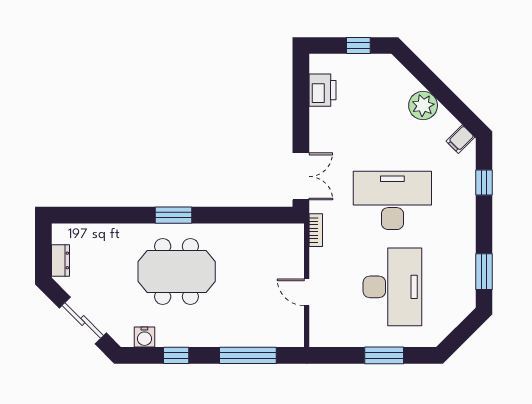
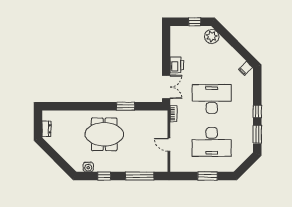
printer: (322, 90) -> (177, 65), moved
plant: (423, 105) -> (212, 36), moved
window: (484, 182) -> (257, 111), moved
window: (173, 215) -> (126, 106), moved
desk: (392, 287) -> (212, 142), turned 90
sliding door: (83, 321) -> (58, 159), removed

